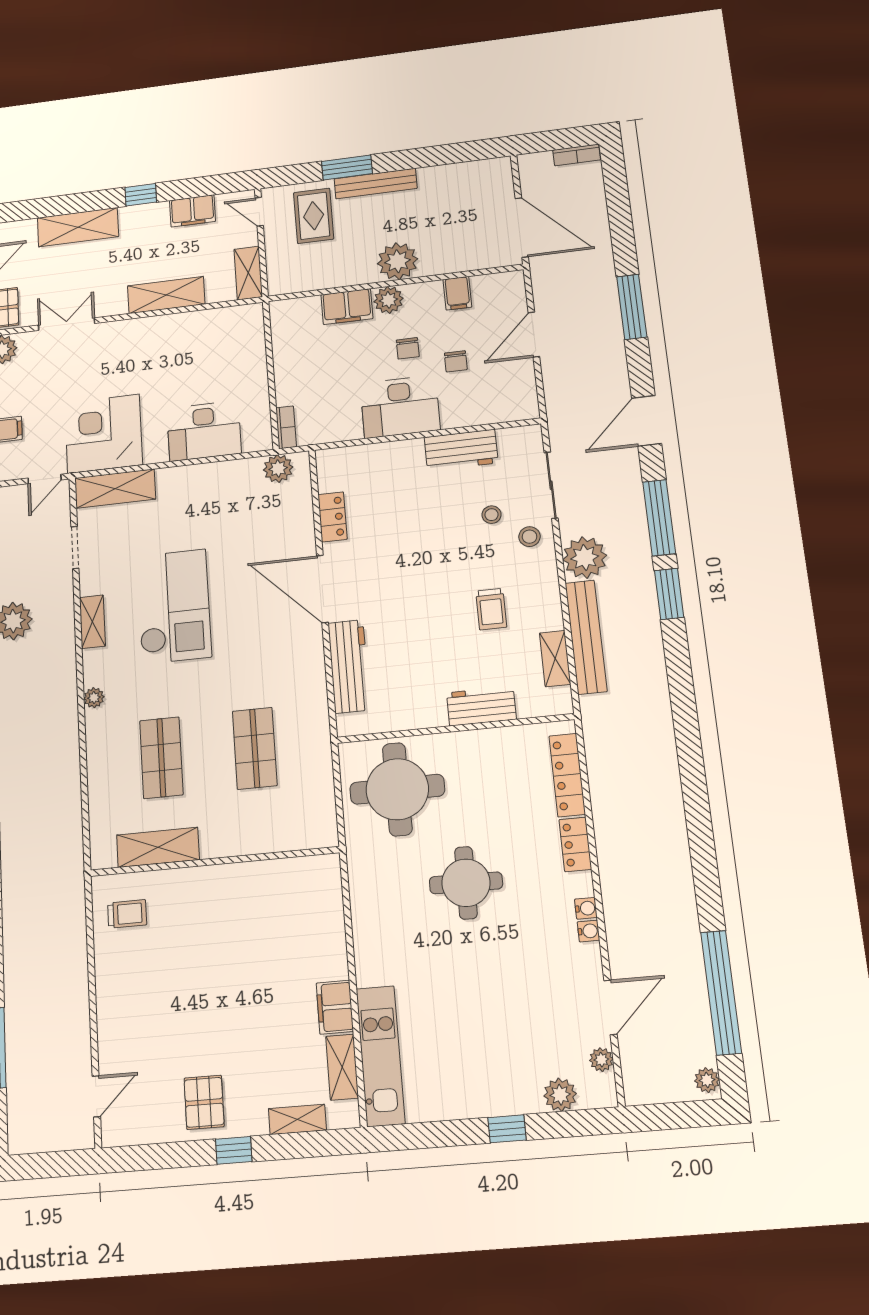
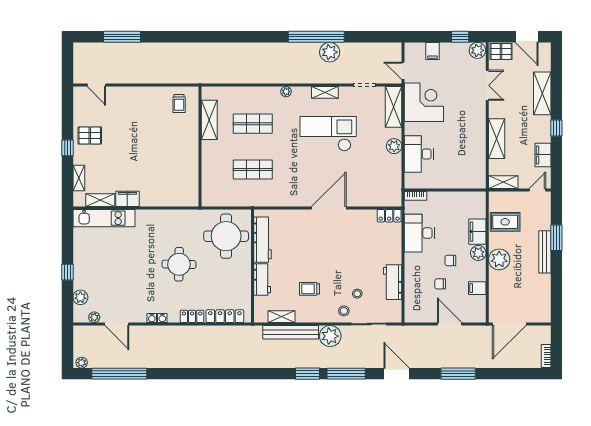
rug: (314, 216) -> (505, 222), moved
desk: (400, 407) -> (419, 233), moved
plant: (278, 469) -> (394, 146), moved
locker: (333, 517) -> (389, 216), moved
checkout: (174, 606) -> (328, 134), turned 180
workbench: (349, 666) -> (262, 240), moved, turned -90

